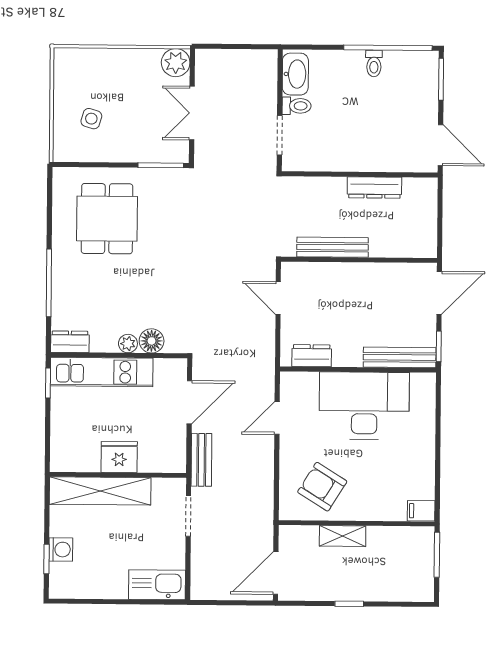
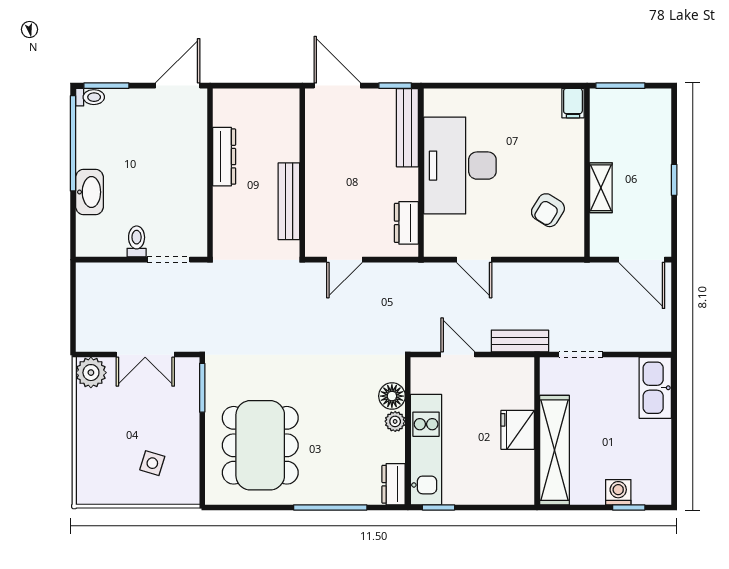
toilet: (374, 63) -> (90, 97), moved
washbasin: (295, 74) -> (89, 192), moved, turned 90
dining table: (107, 219) -> (260, 445), width x1.38
door: (189, 402) -> (458, 355), width x0.73
armchair: (322, 487) -> (548, 210), width x0.72, depth x0.72

